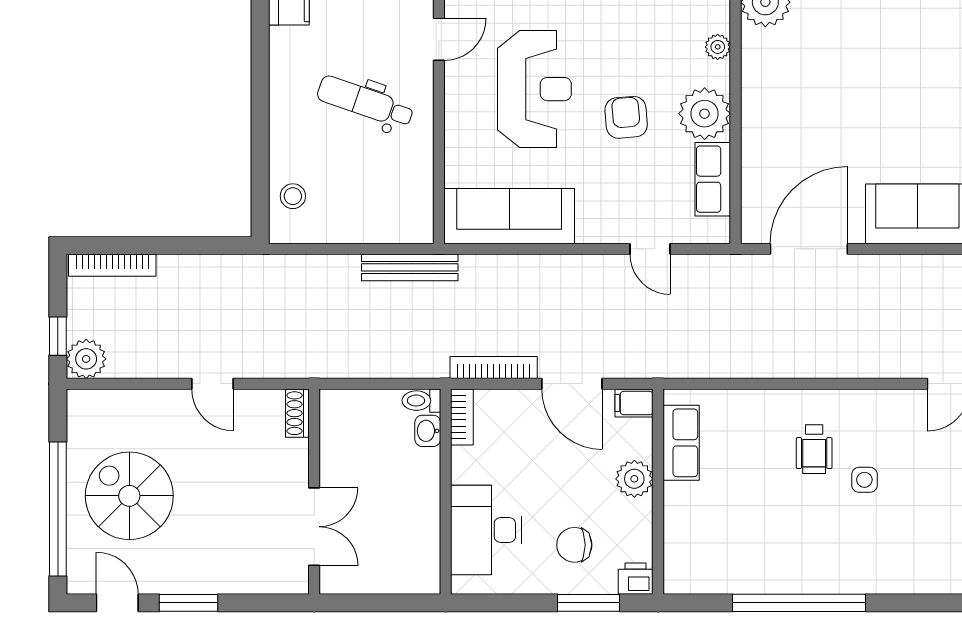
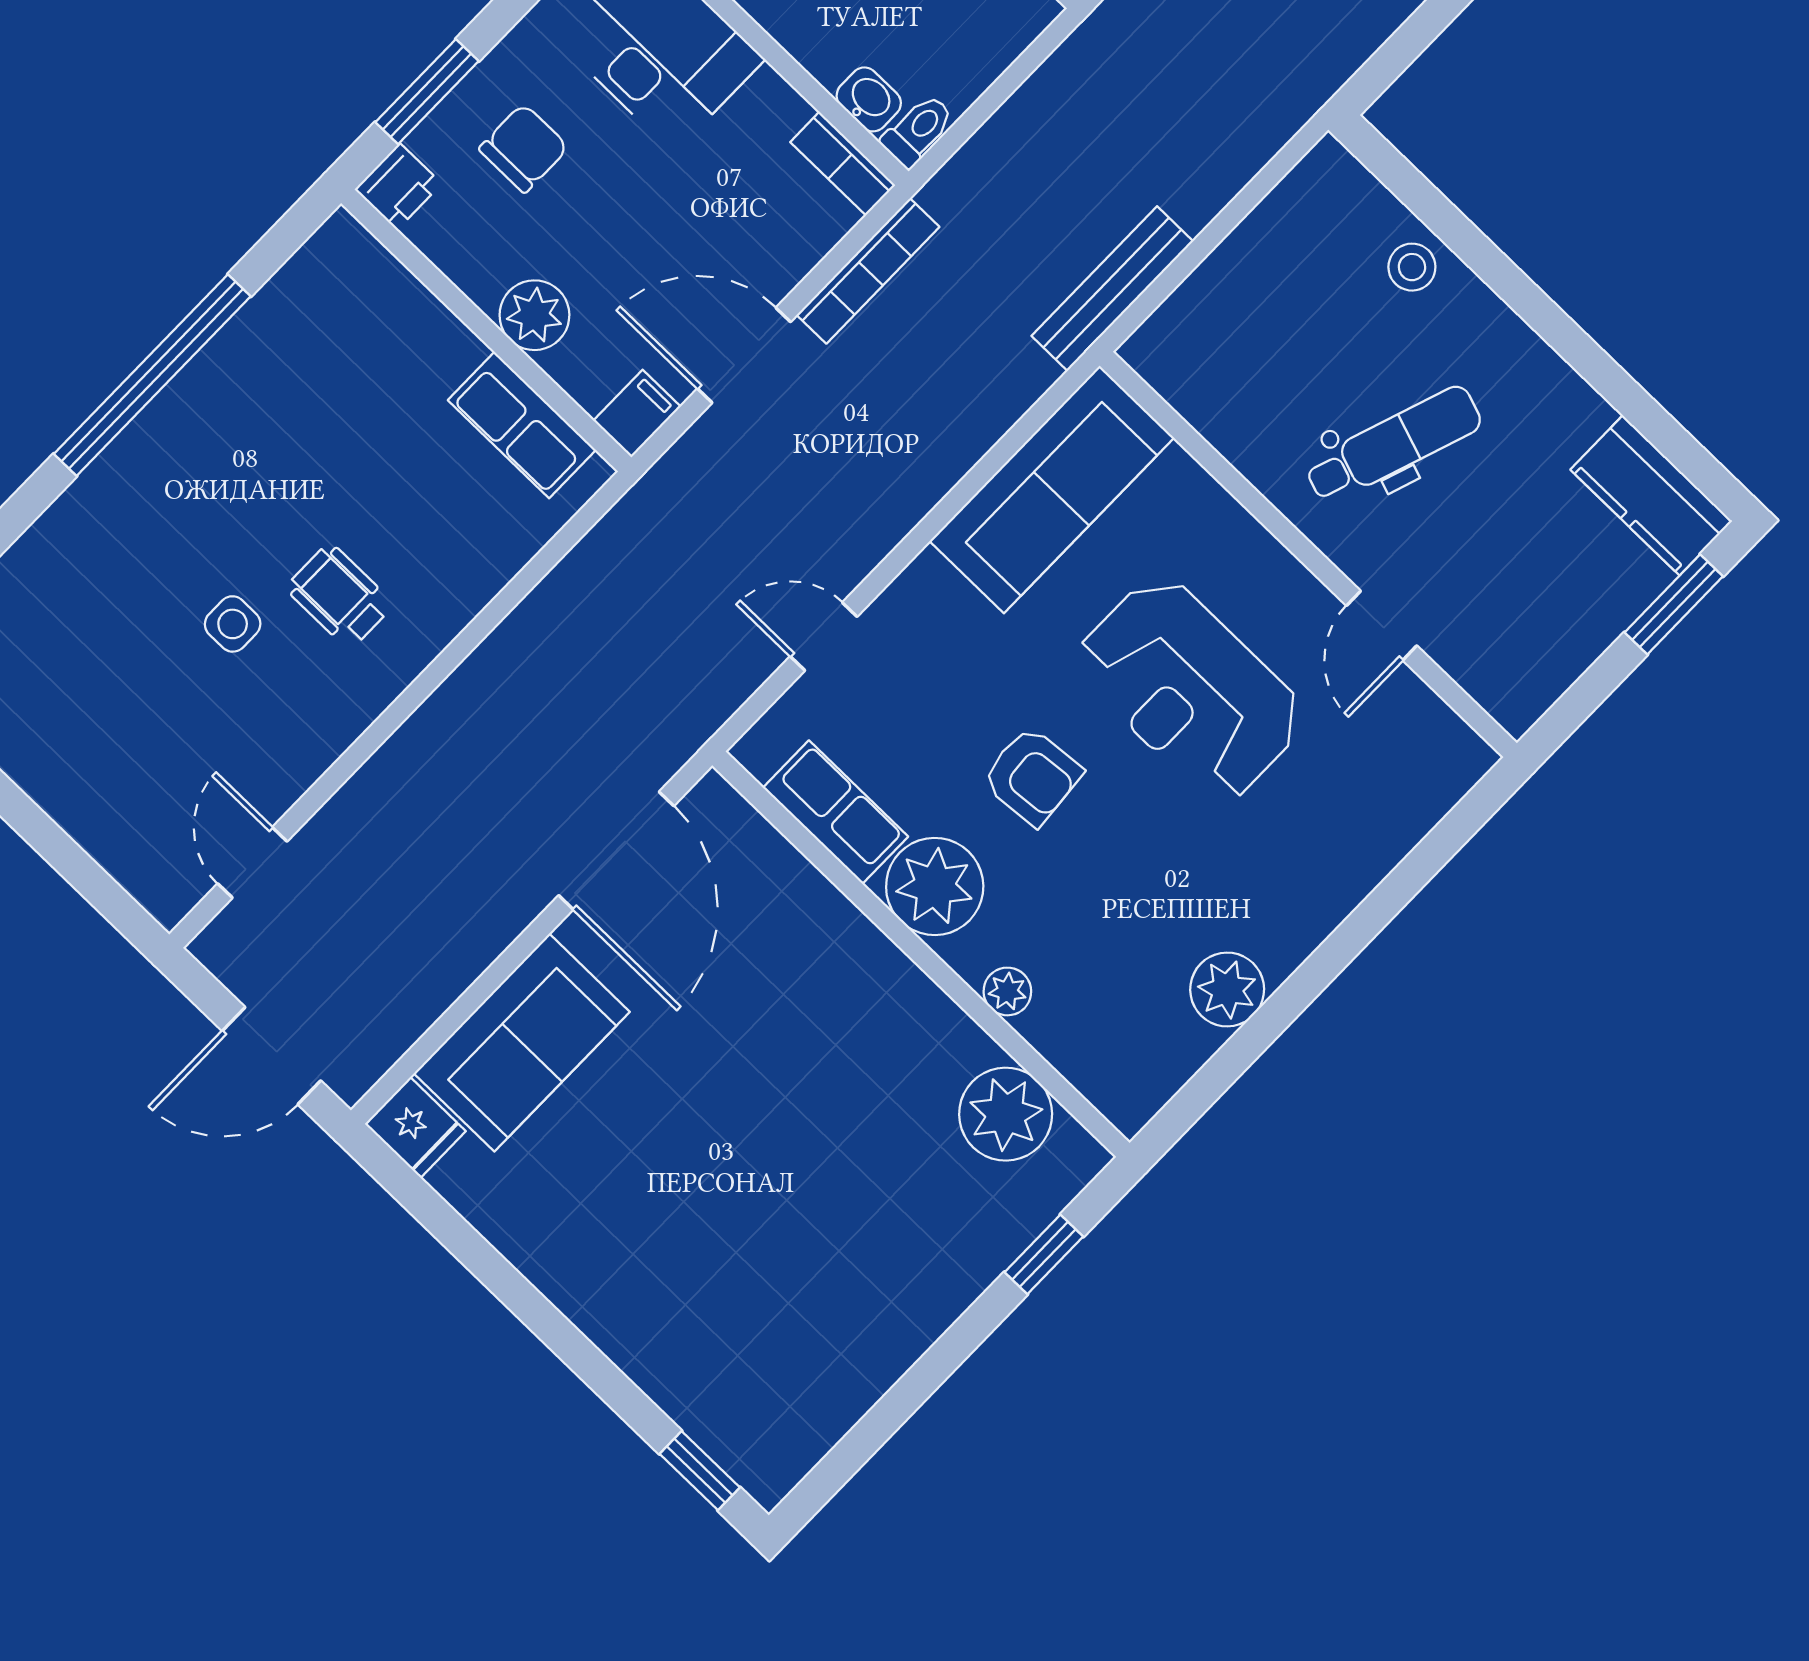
stool: (293, 196) -> (1412, 267), moved

